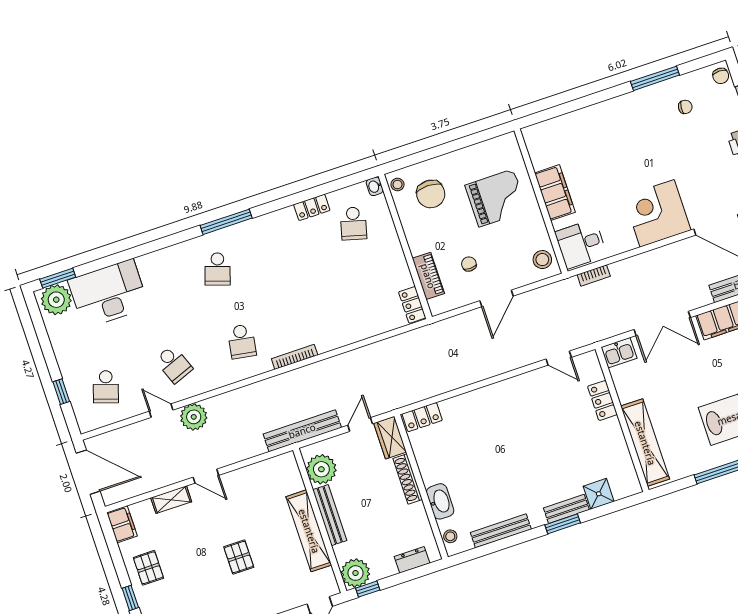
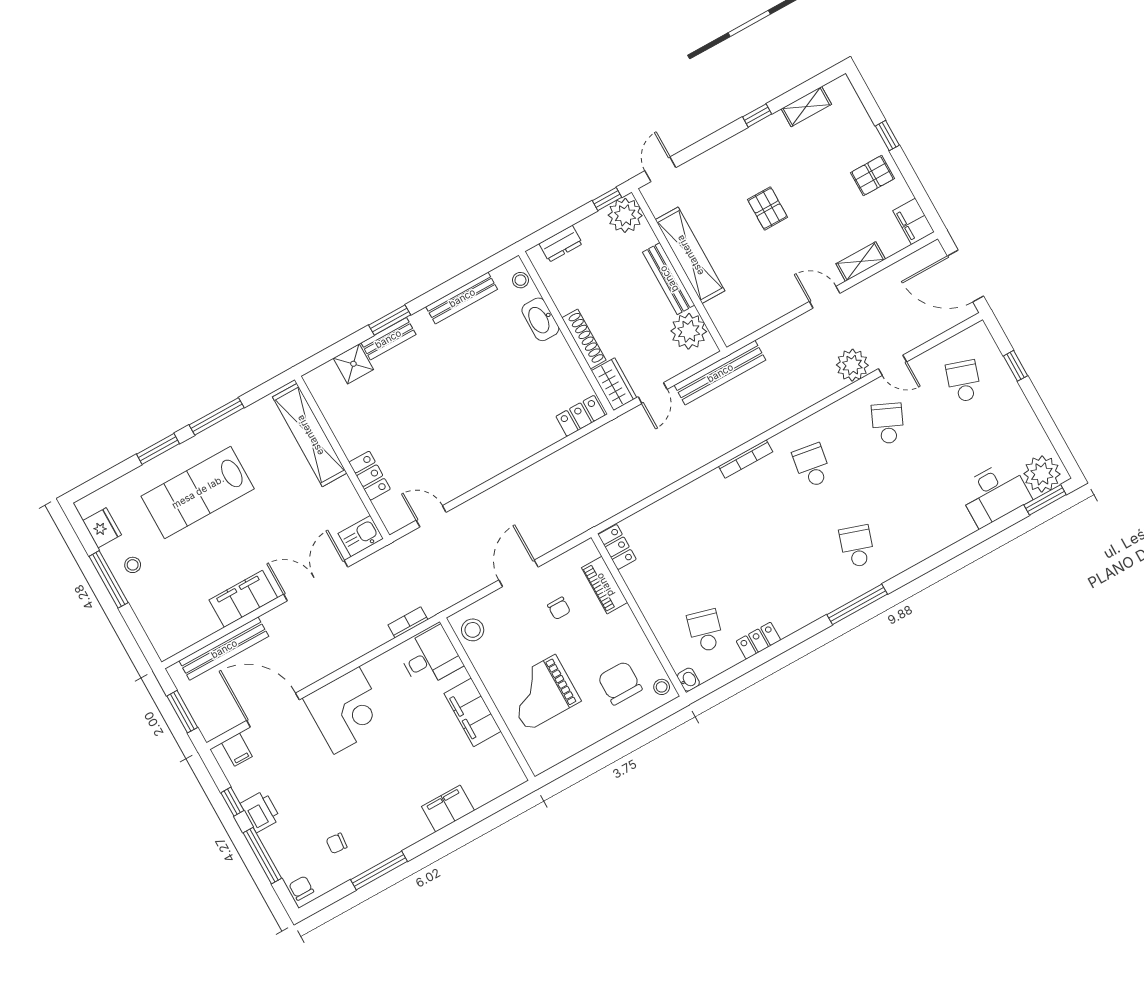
filing cabinet: (589, 118) -> (448, 809), added
desk: (108, 294) -> (995, 494), width x0.73, depth x0.77
school desk: (174, 364) -> (888, 423), turned 45
pallet: (148, 568) -> (873, 176), turned 90

